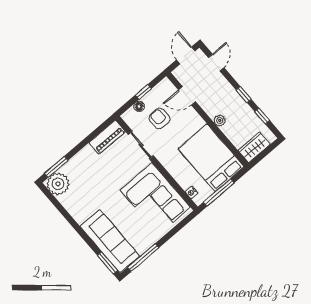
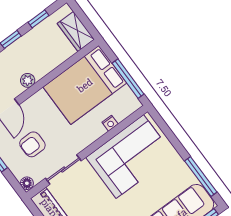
floor lamp: (139, 106) -> (27, 183), moved
plant: (220, 120) -> (28, 80), moved
nightstand: (191, 192) -> (110, 123), moved

